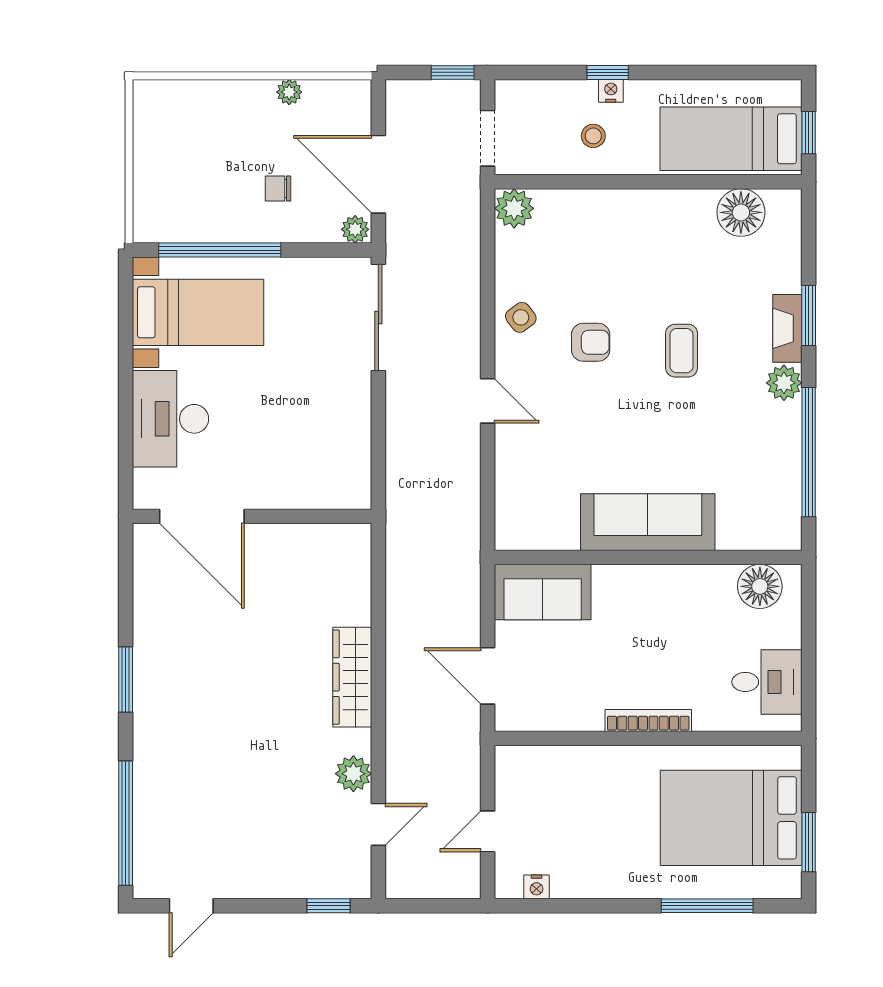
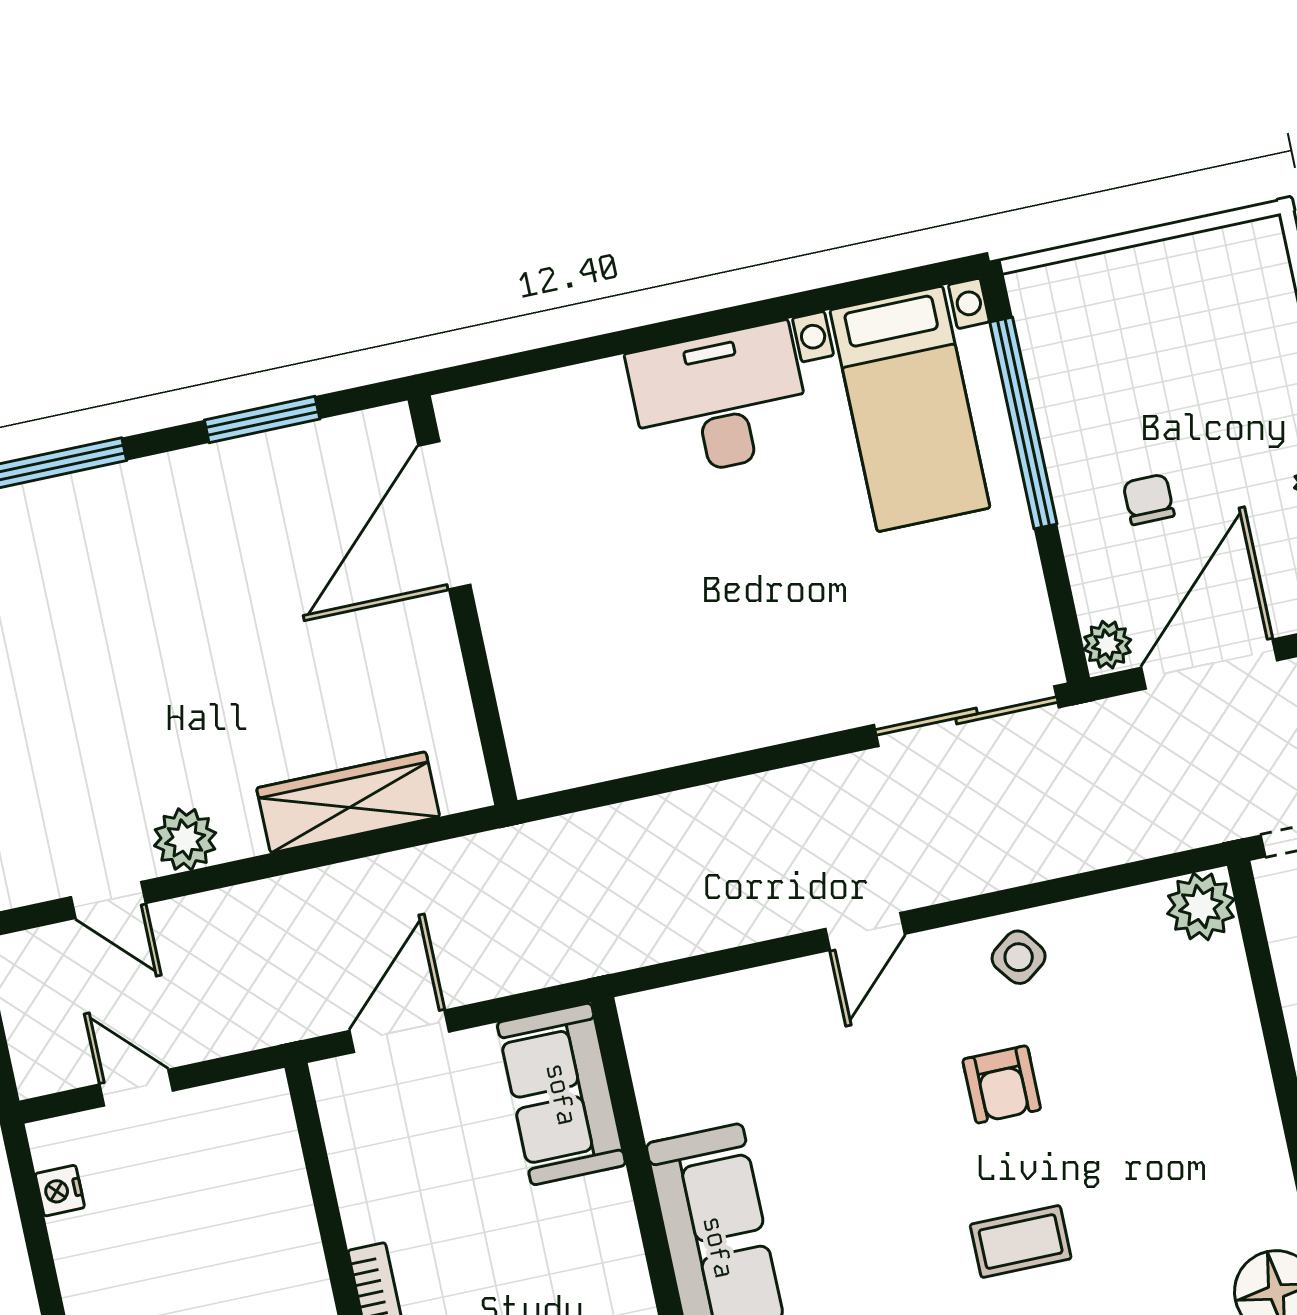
door: (202, 516) -> (444, 515), moved
wall: (252, 516) -> (462, 600), moved

